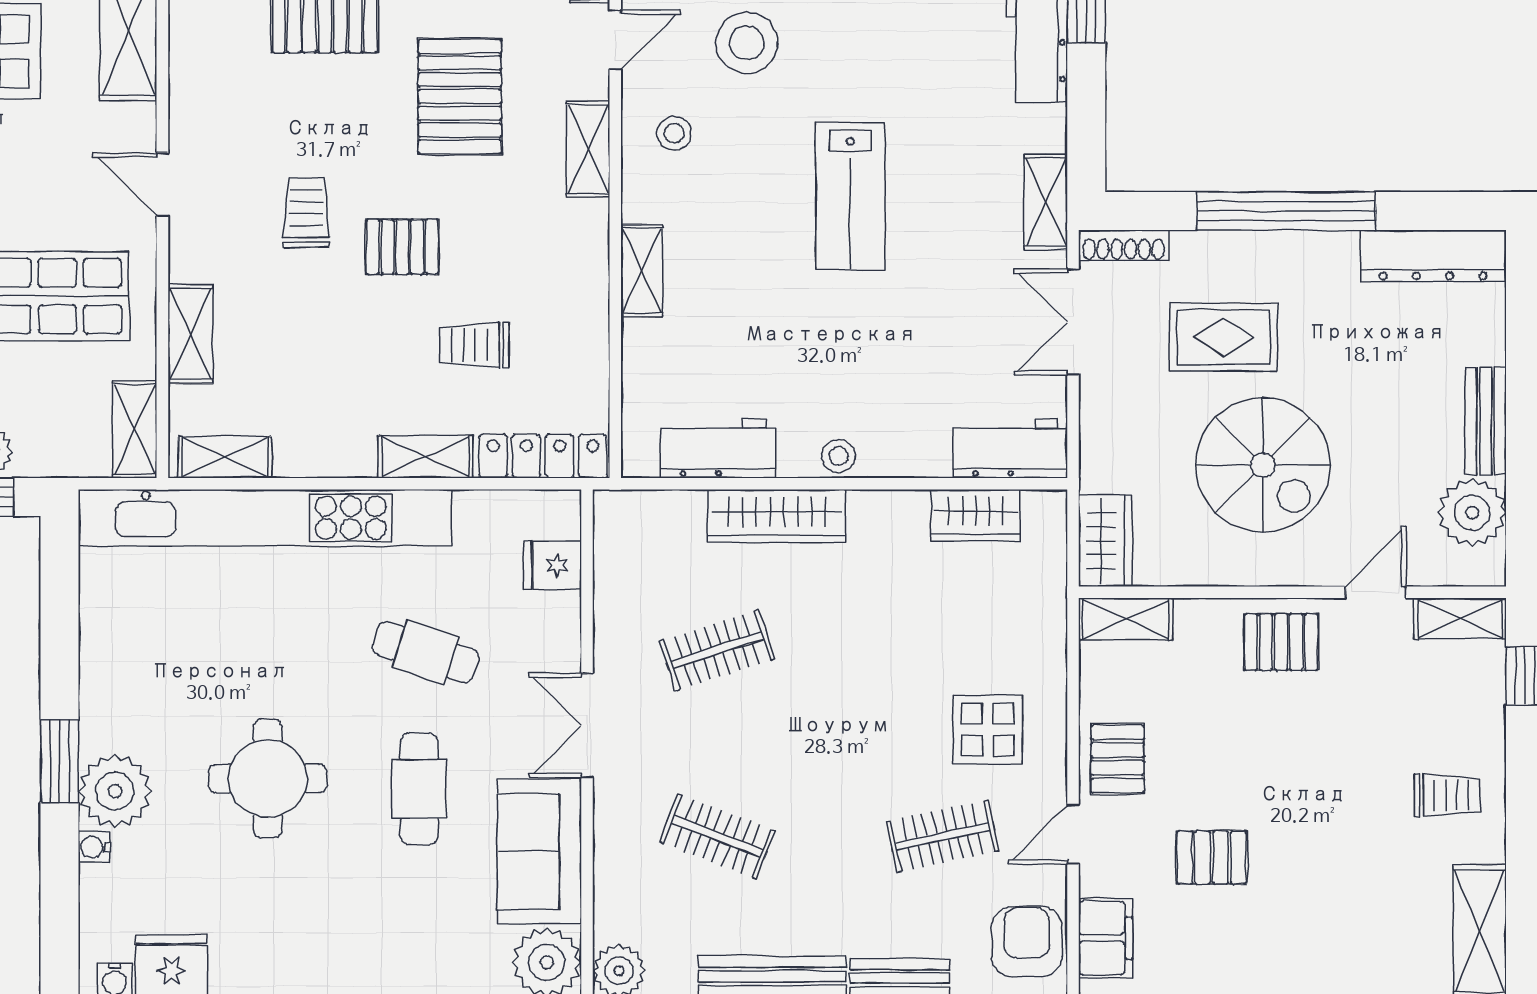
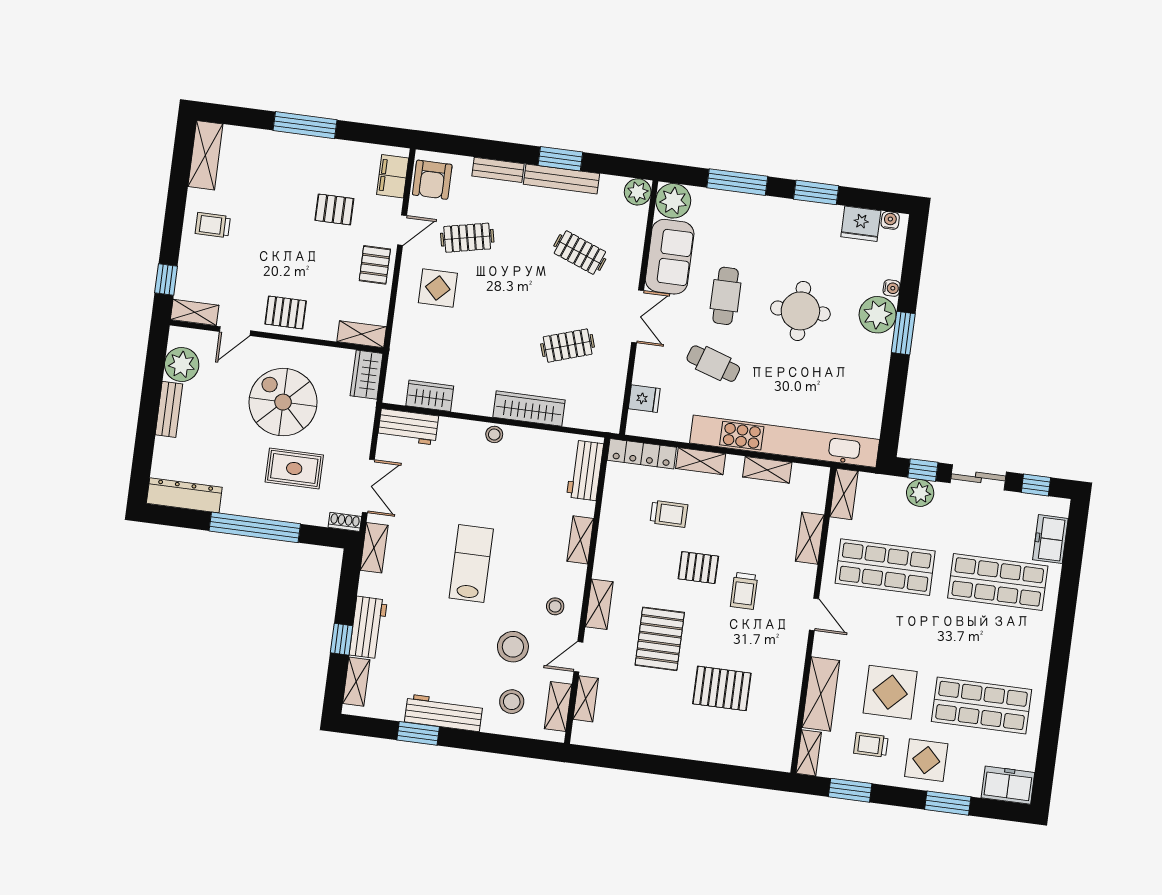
shoe rack: (1124, 245) -> (345, 522), width x0.70
workbench: (718, 448) -> (585, 470), moved, turned 90
shelving: (225, 457) -> (767, 470), moved

